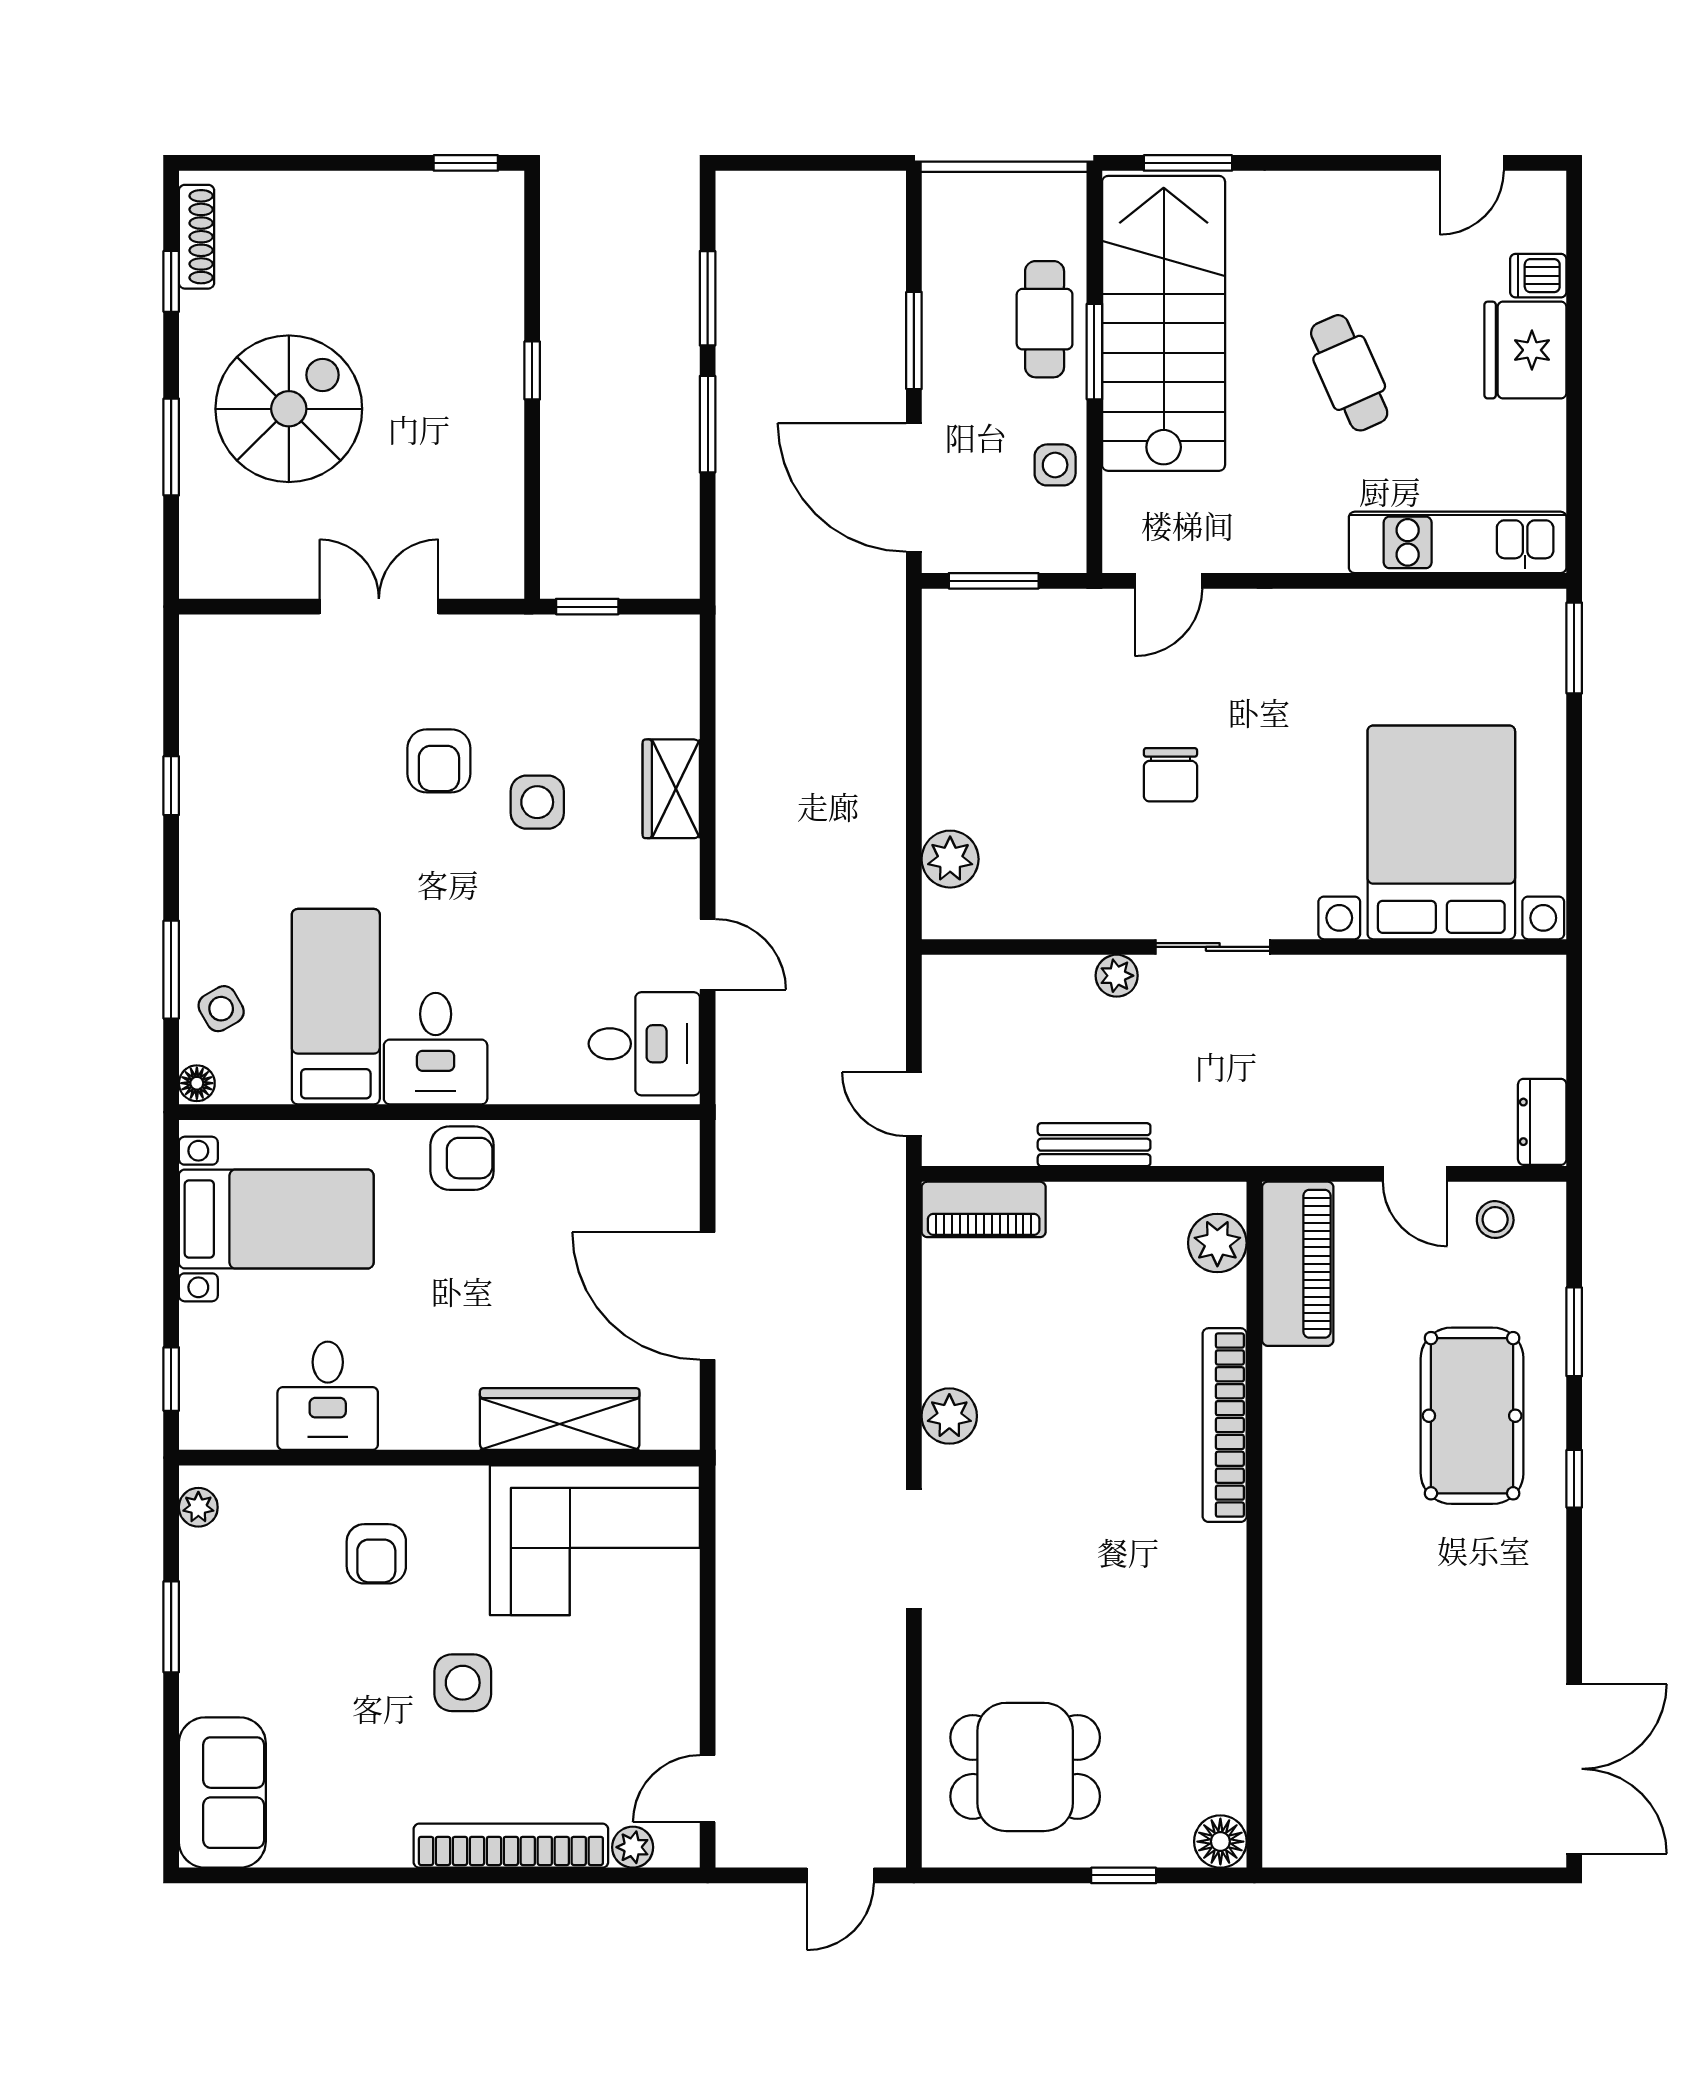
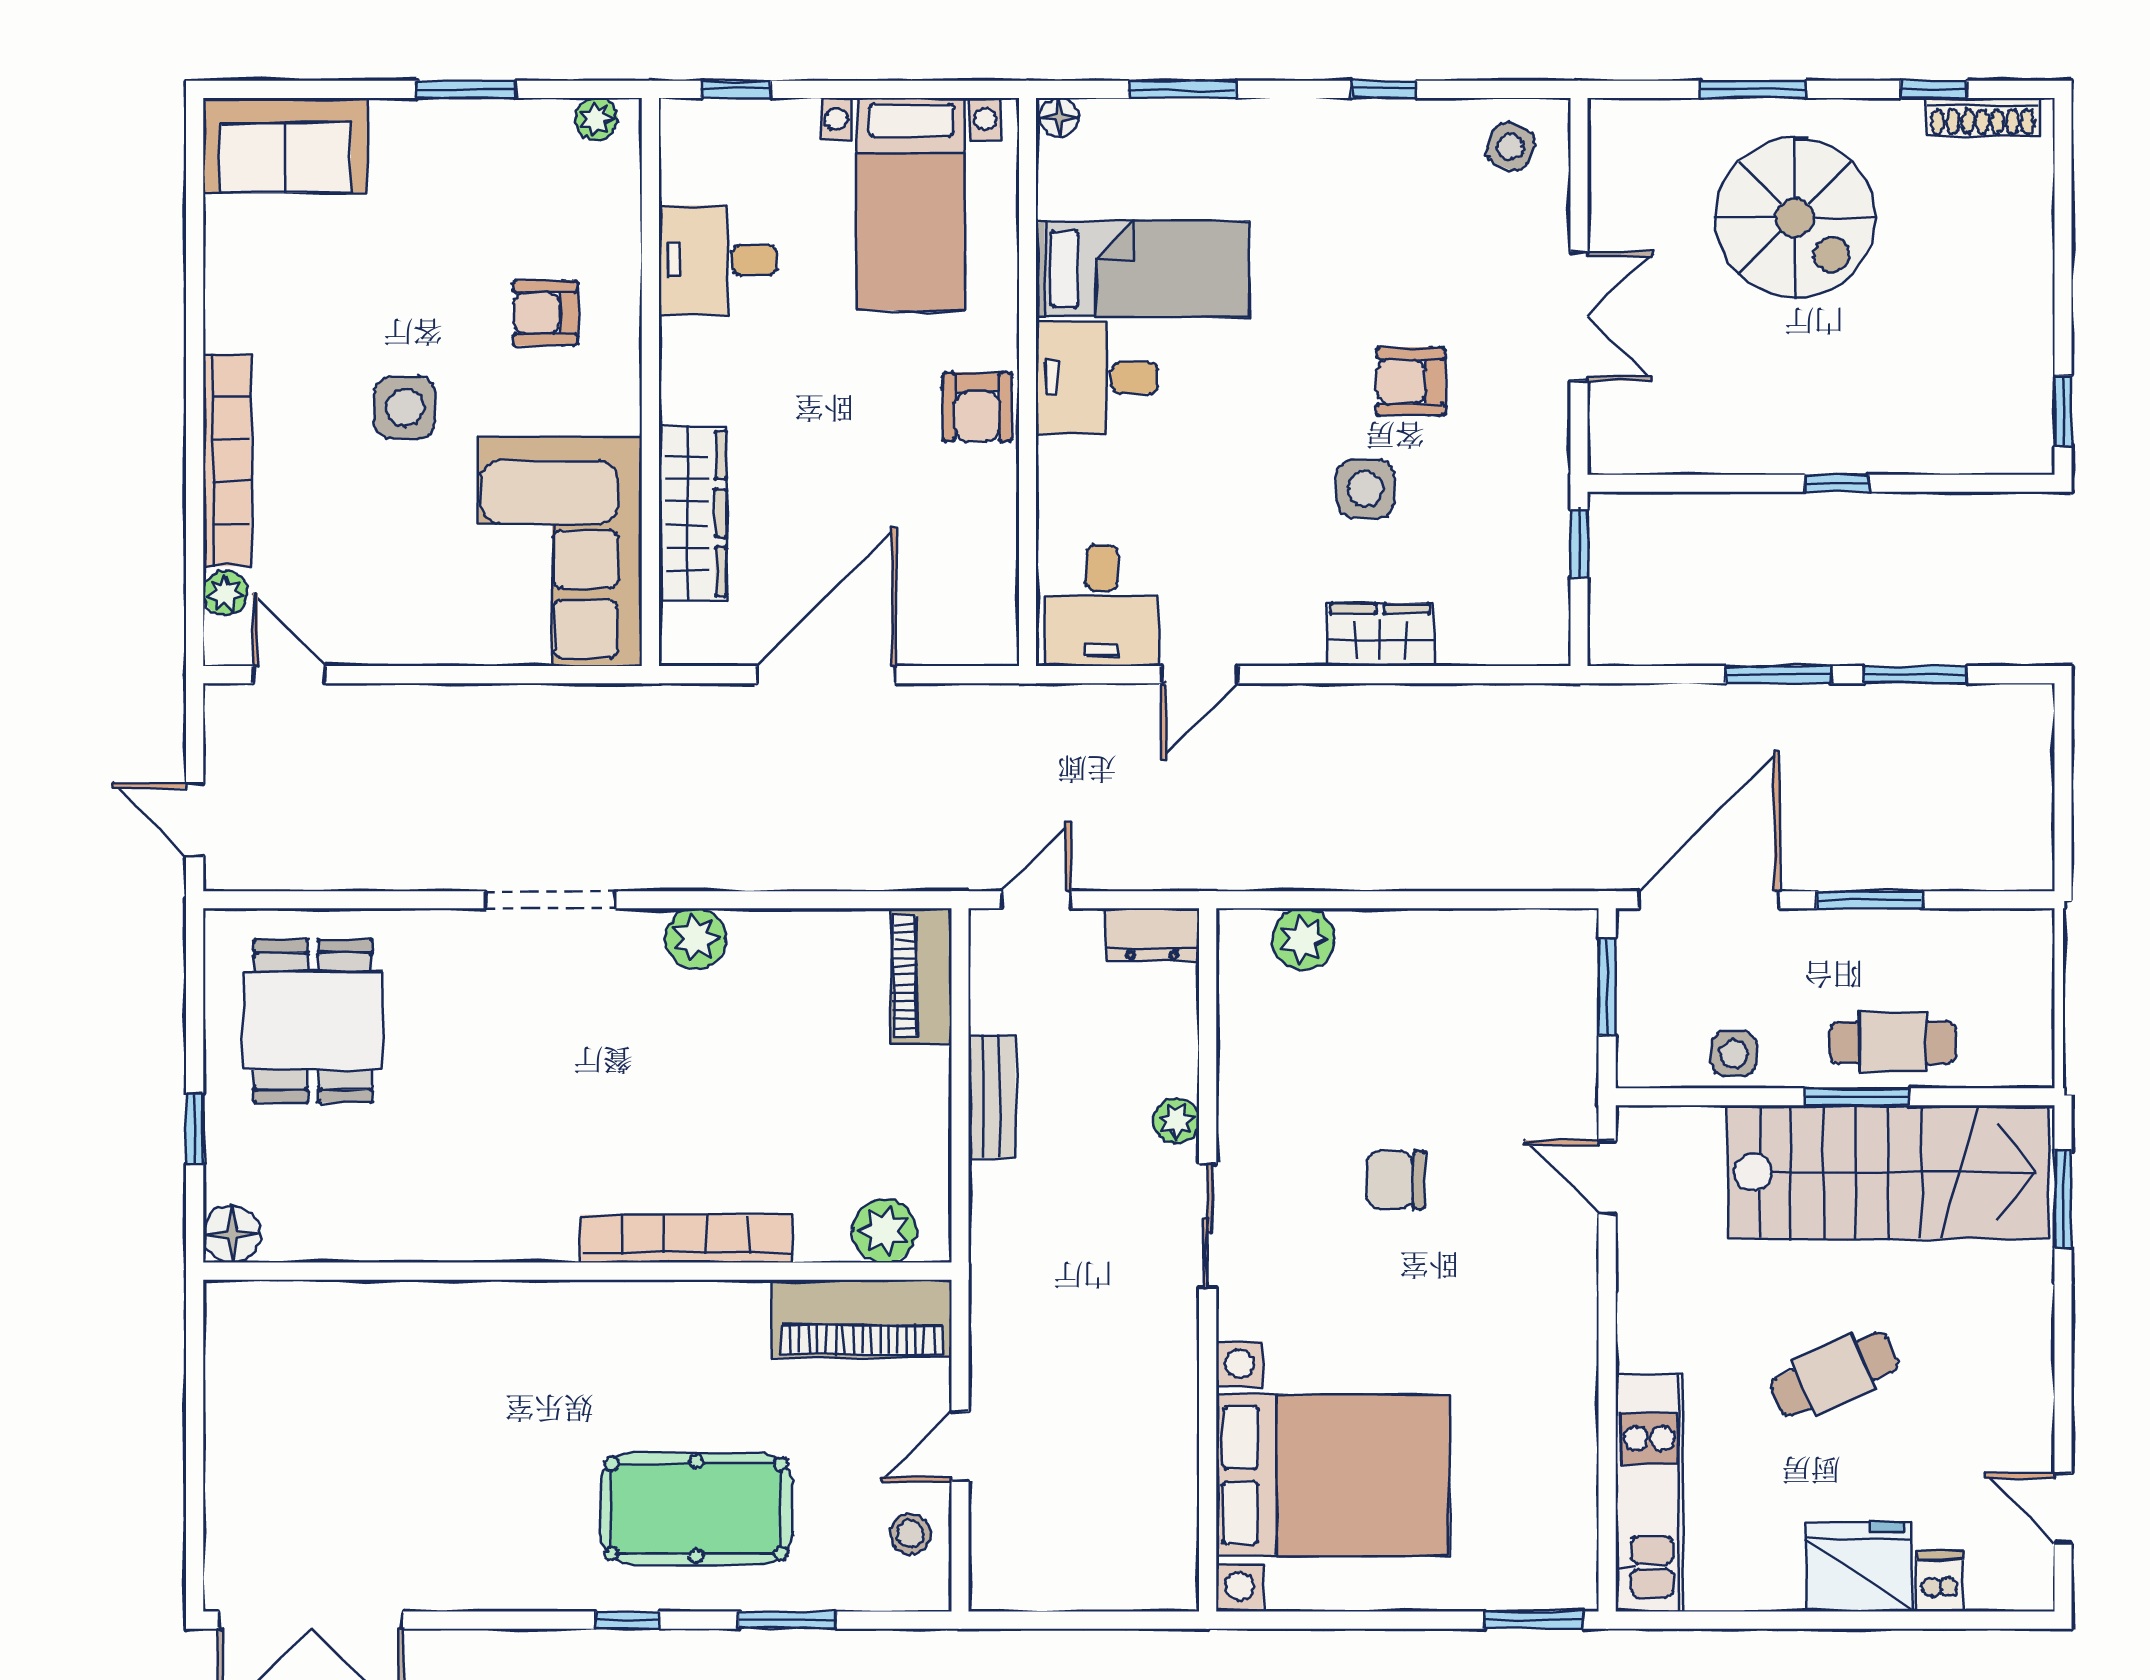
side table: (221, 1009) -> (1511, 147), moved, turned -37
dresser: (1542, 1122) -> (1152, 935), moved, turned 180

